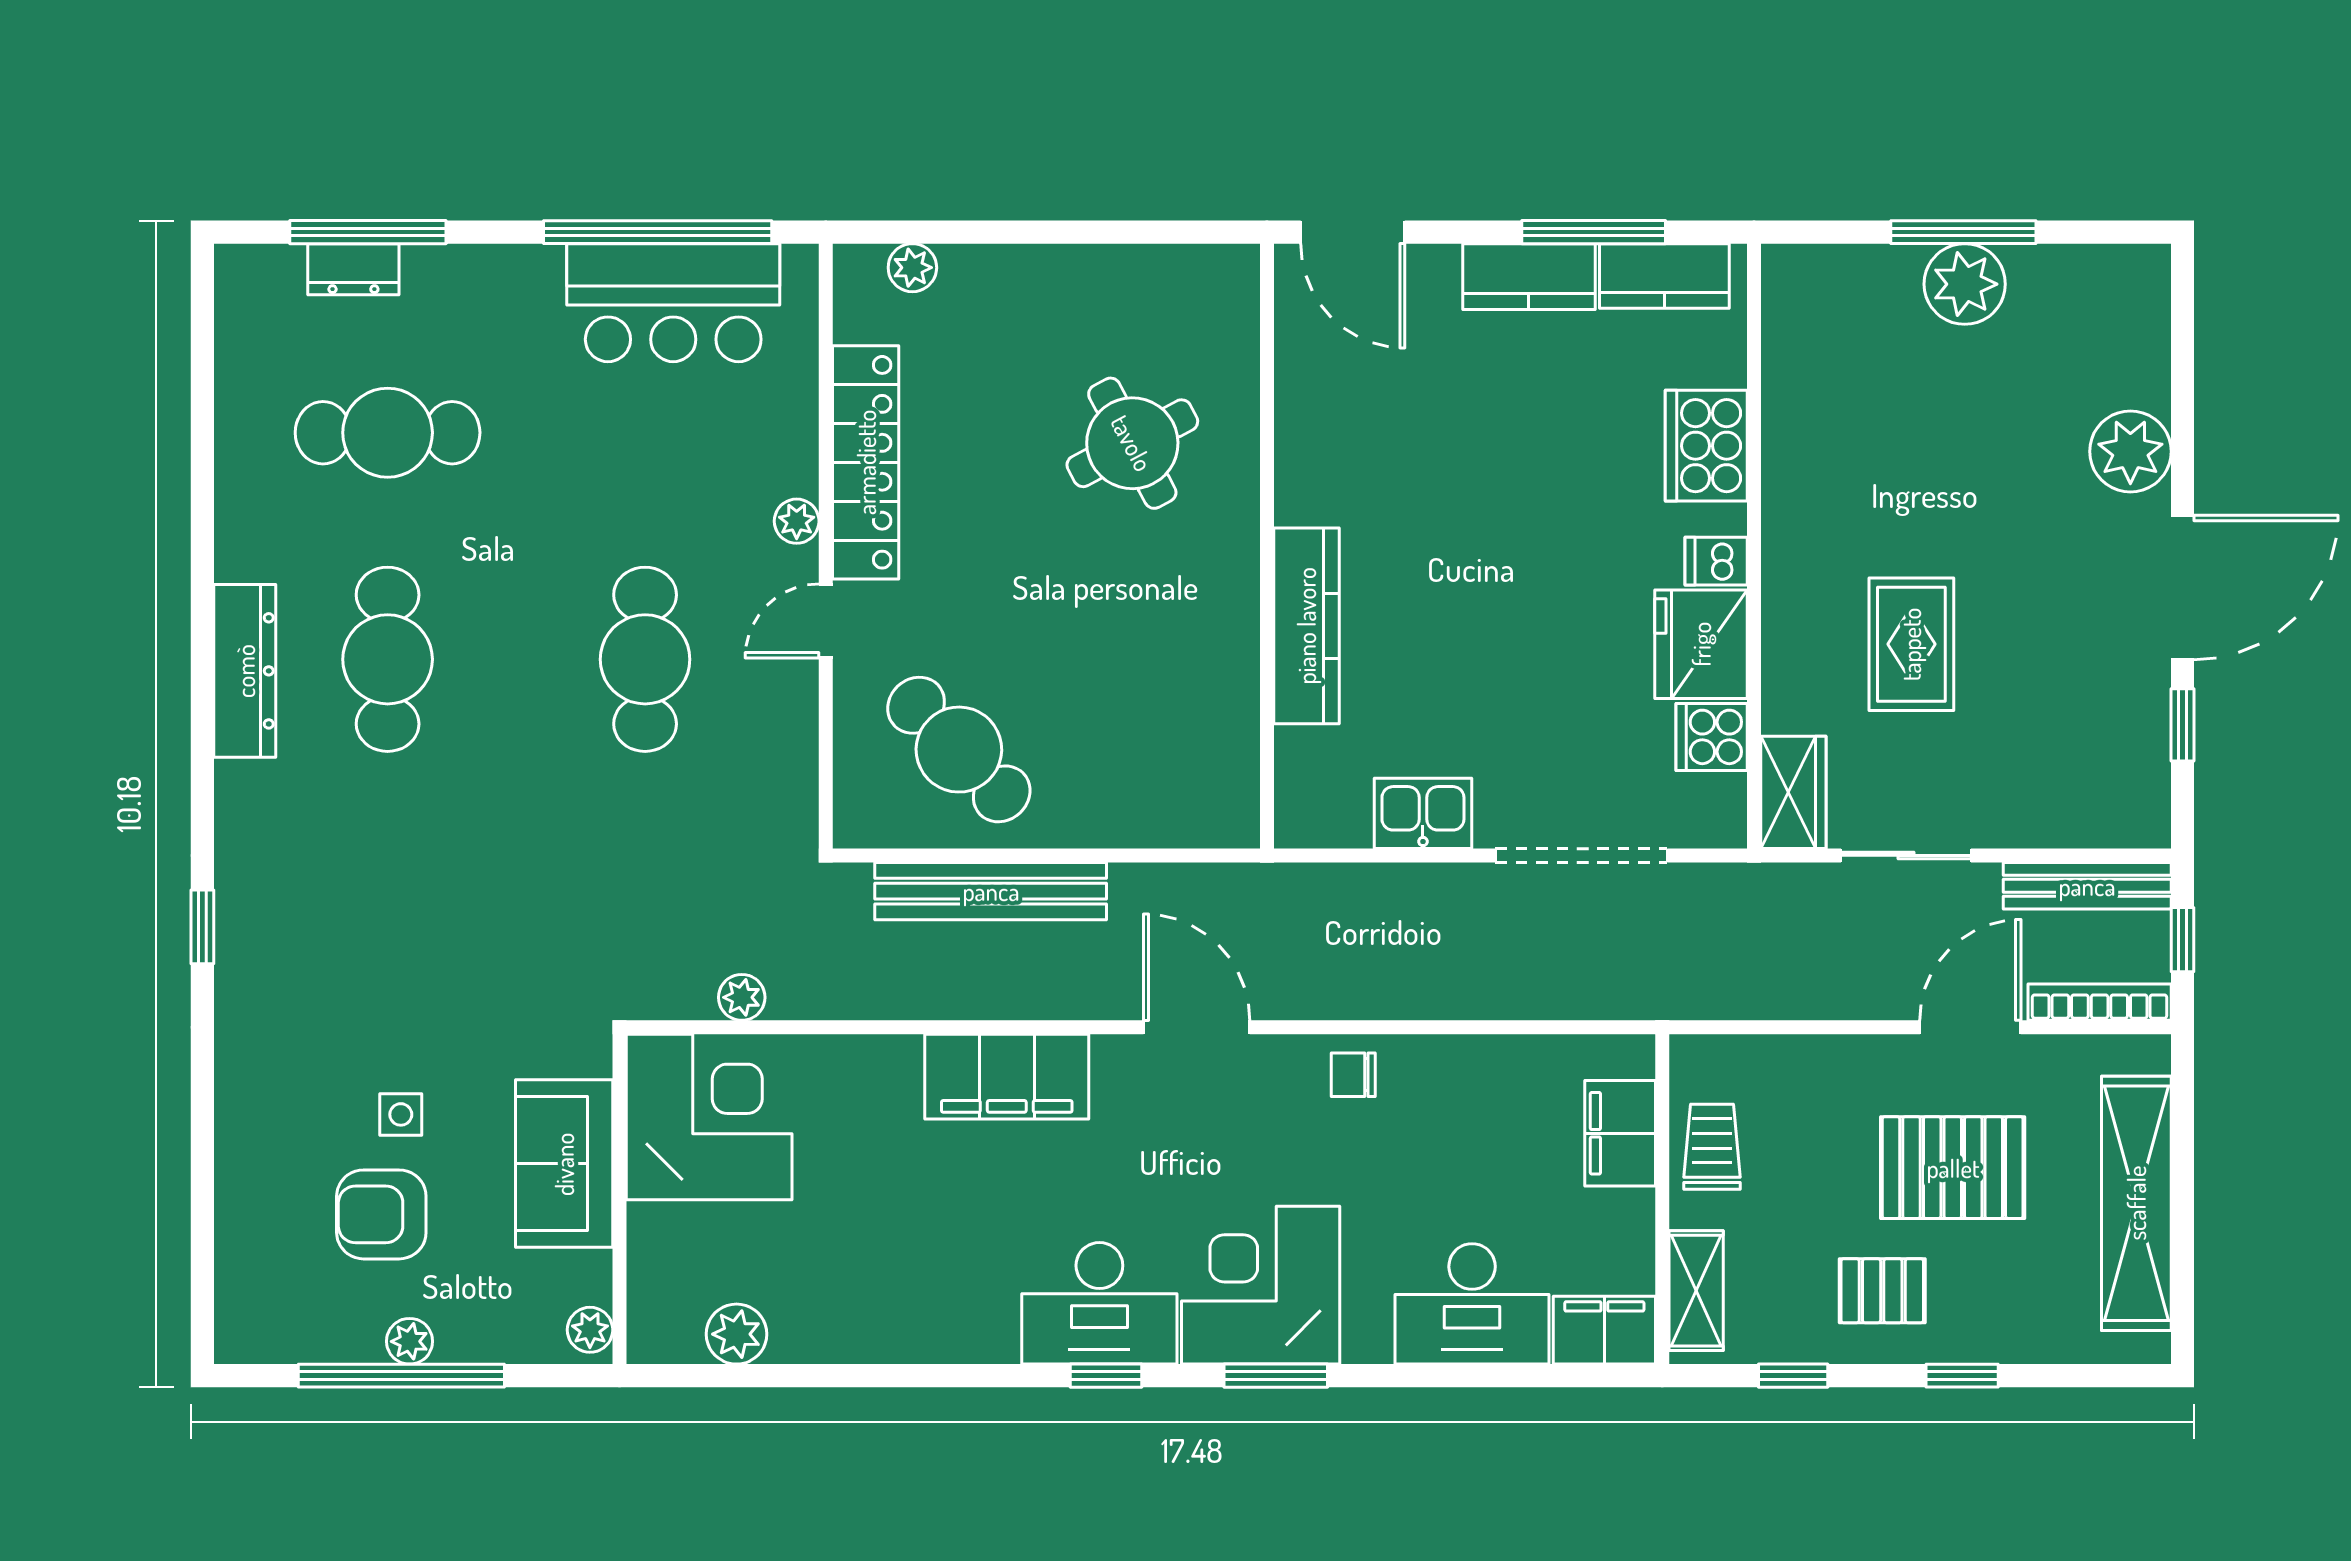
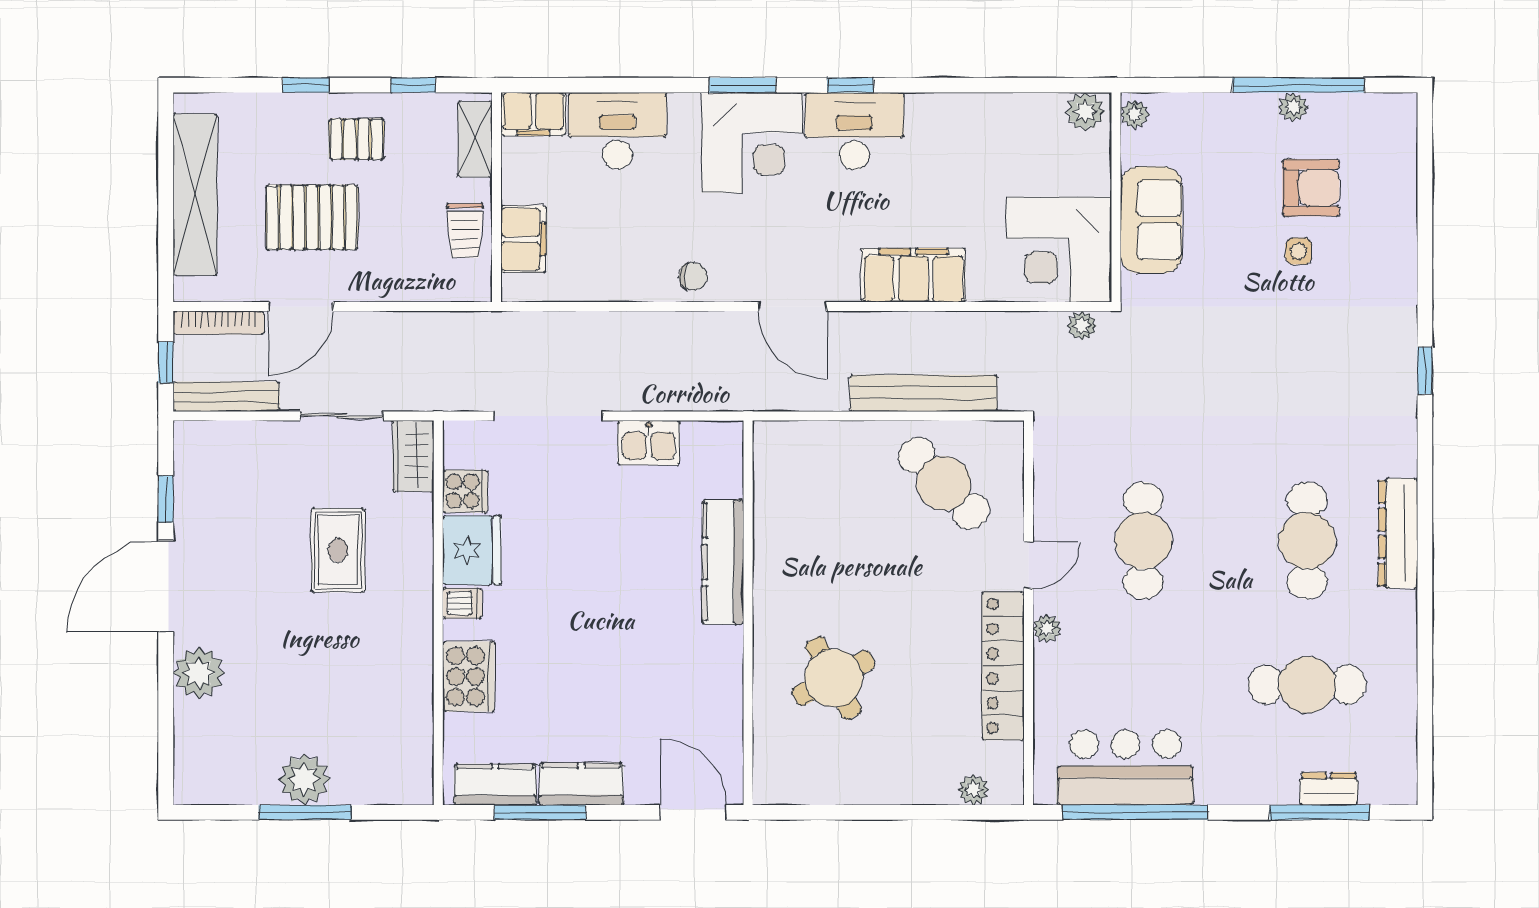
corner desk: (709, 1117) -> (1059, 250), moved
sofa: (564, 1164) -> (1151, 220), moved
wall: (619, 1199) -> (1116, 197), moved
plant: (590, 1330) -> (1135, 114), moved

